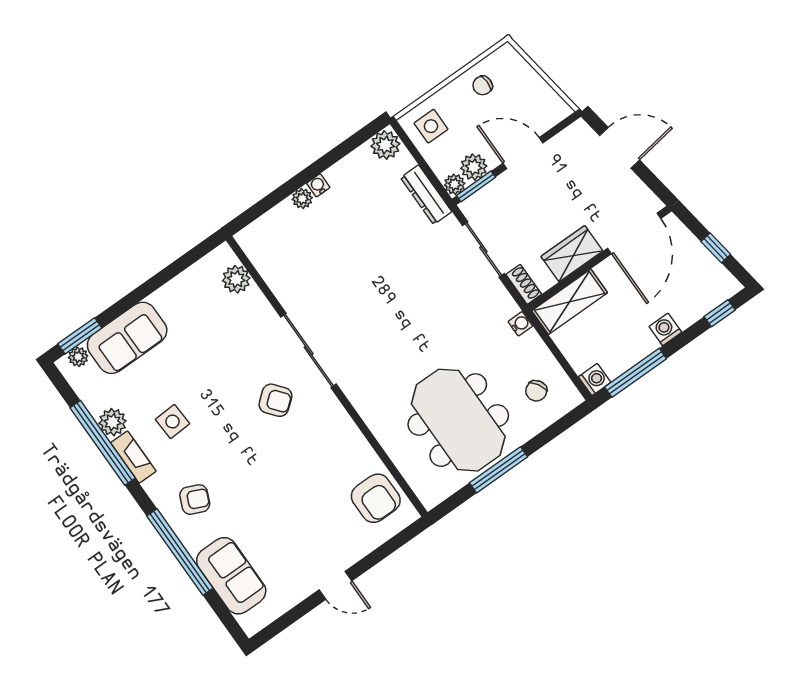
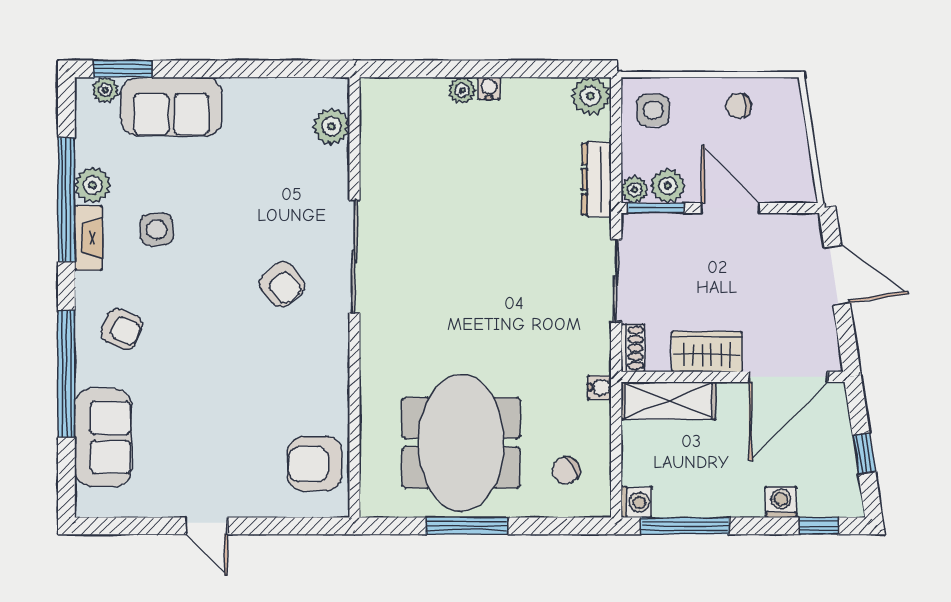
washing machine: (665, 329) -> (781, 502), moved
armchair: (376, 498) -> (315, 464), turned 90

